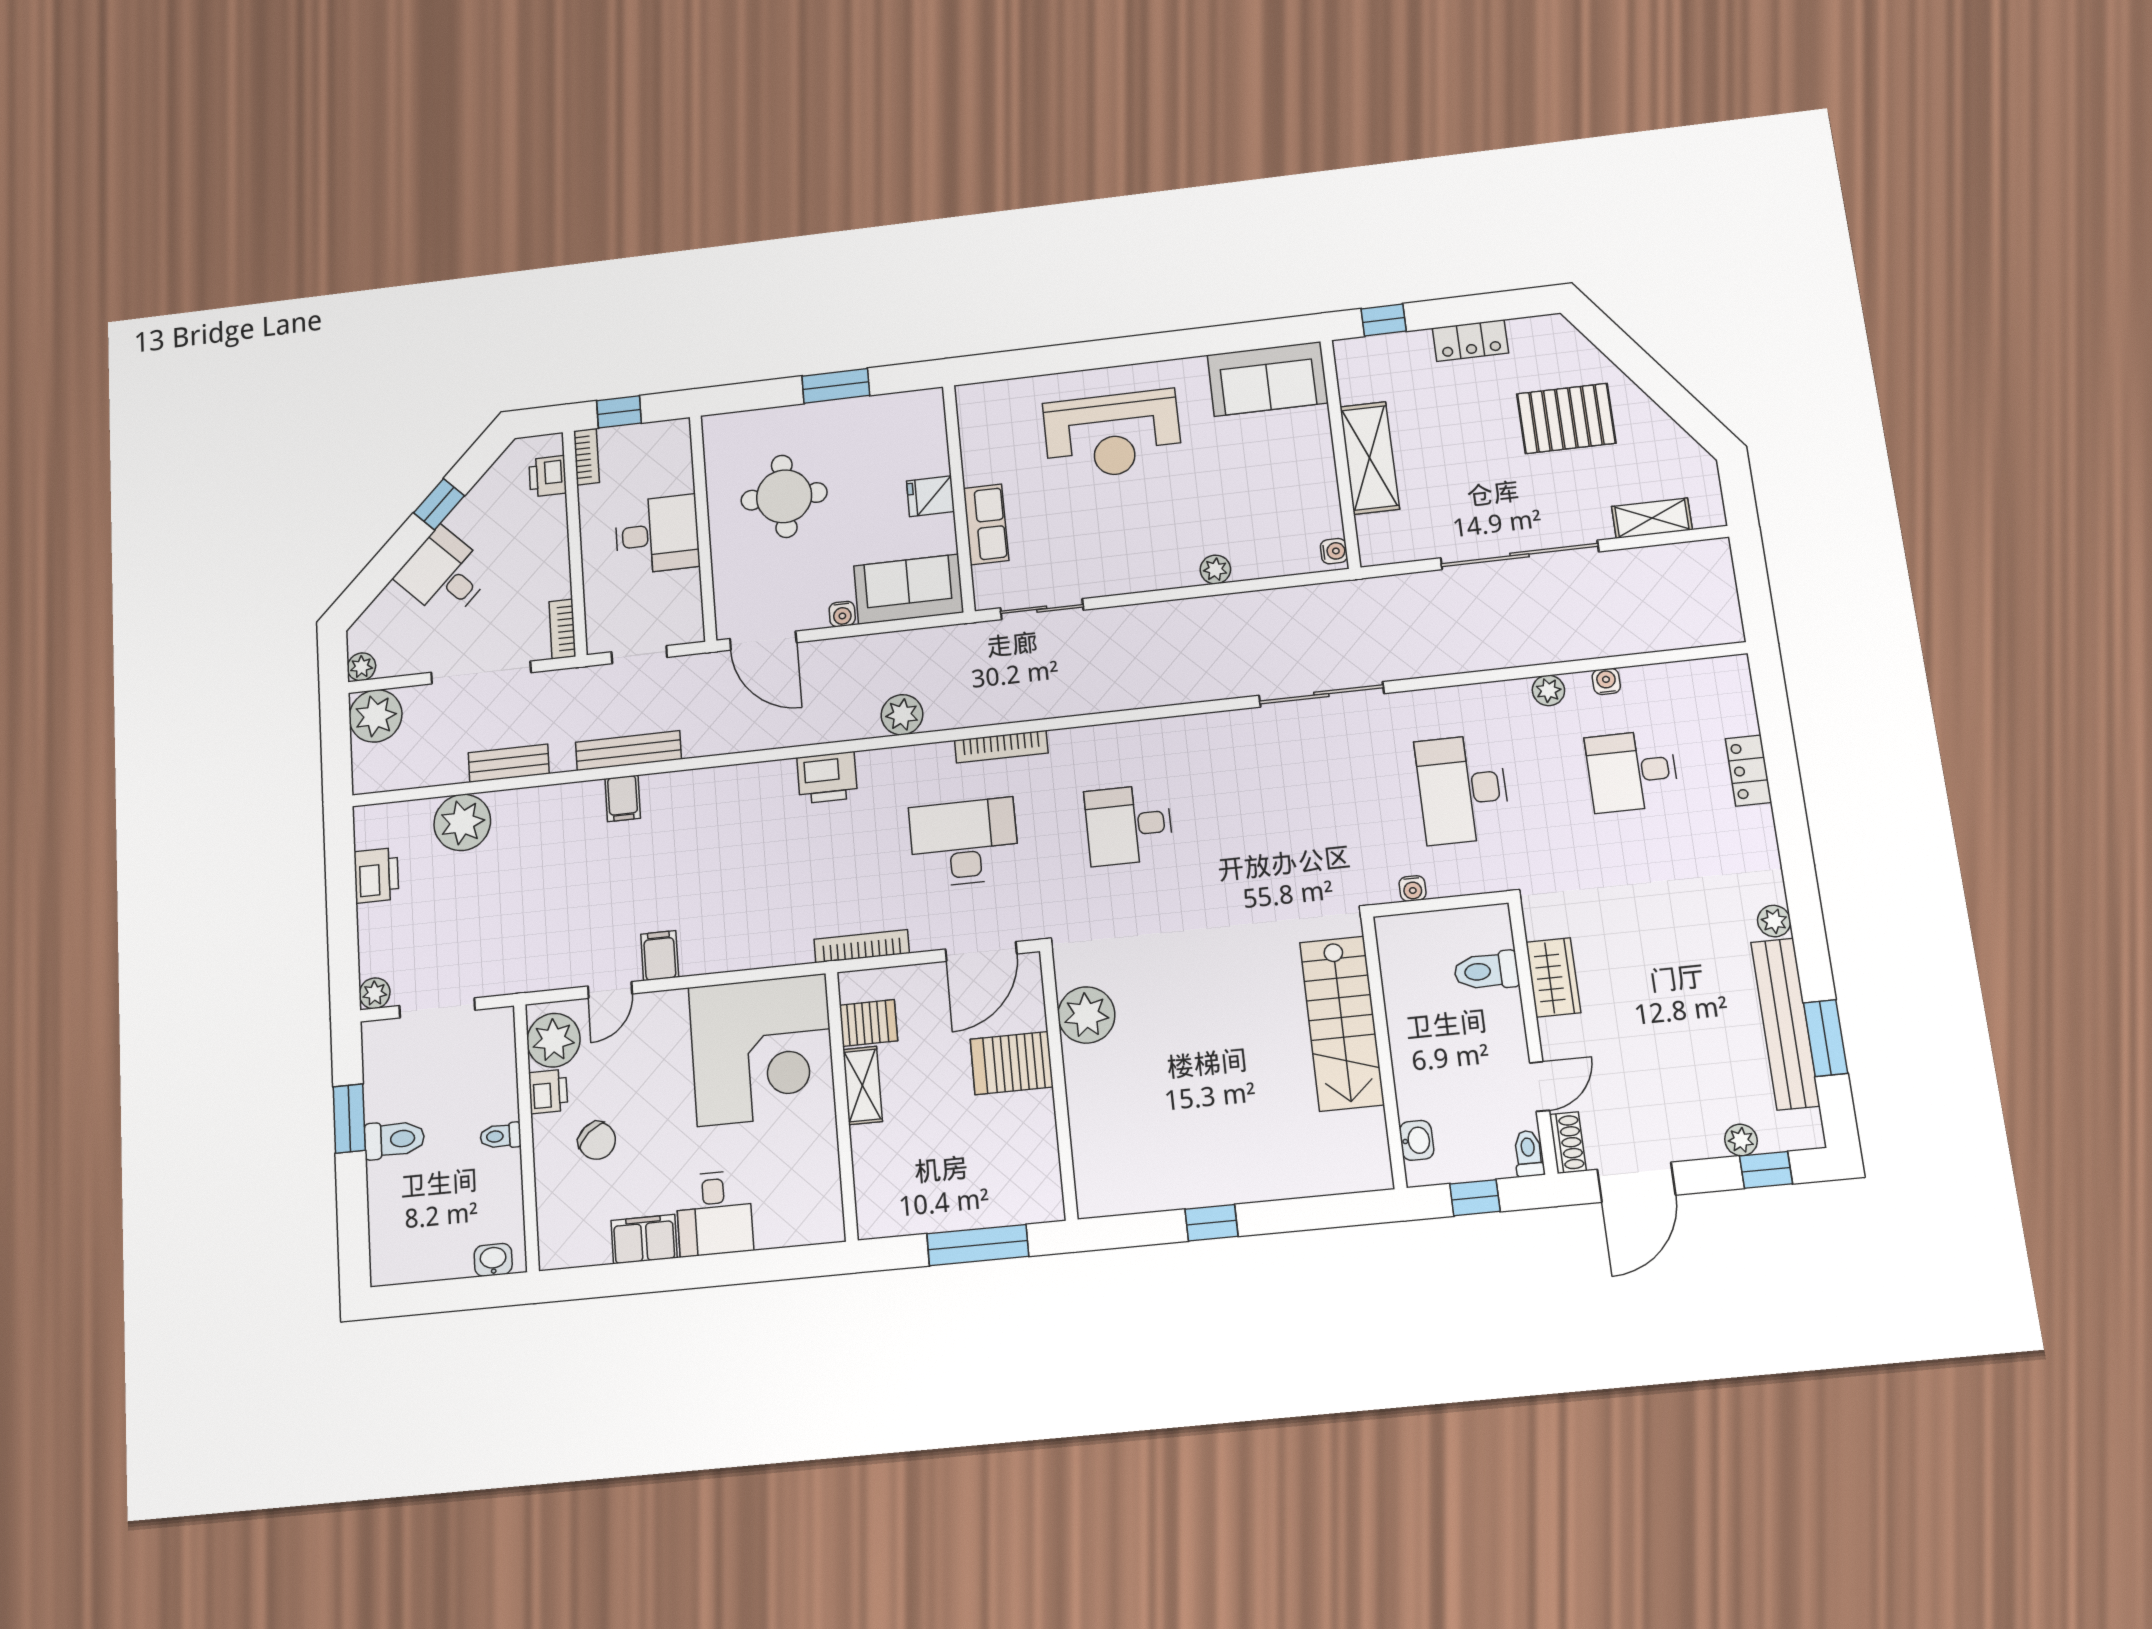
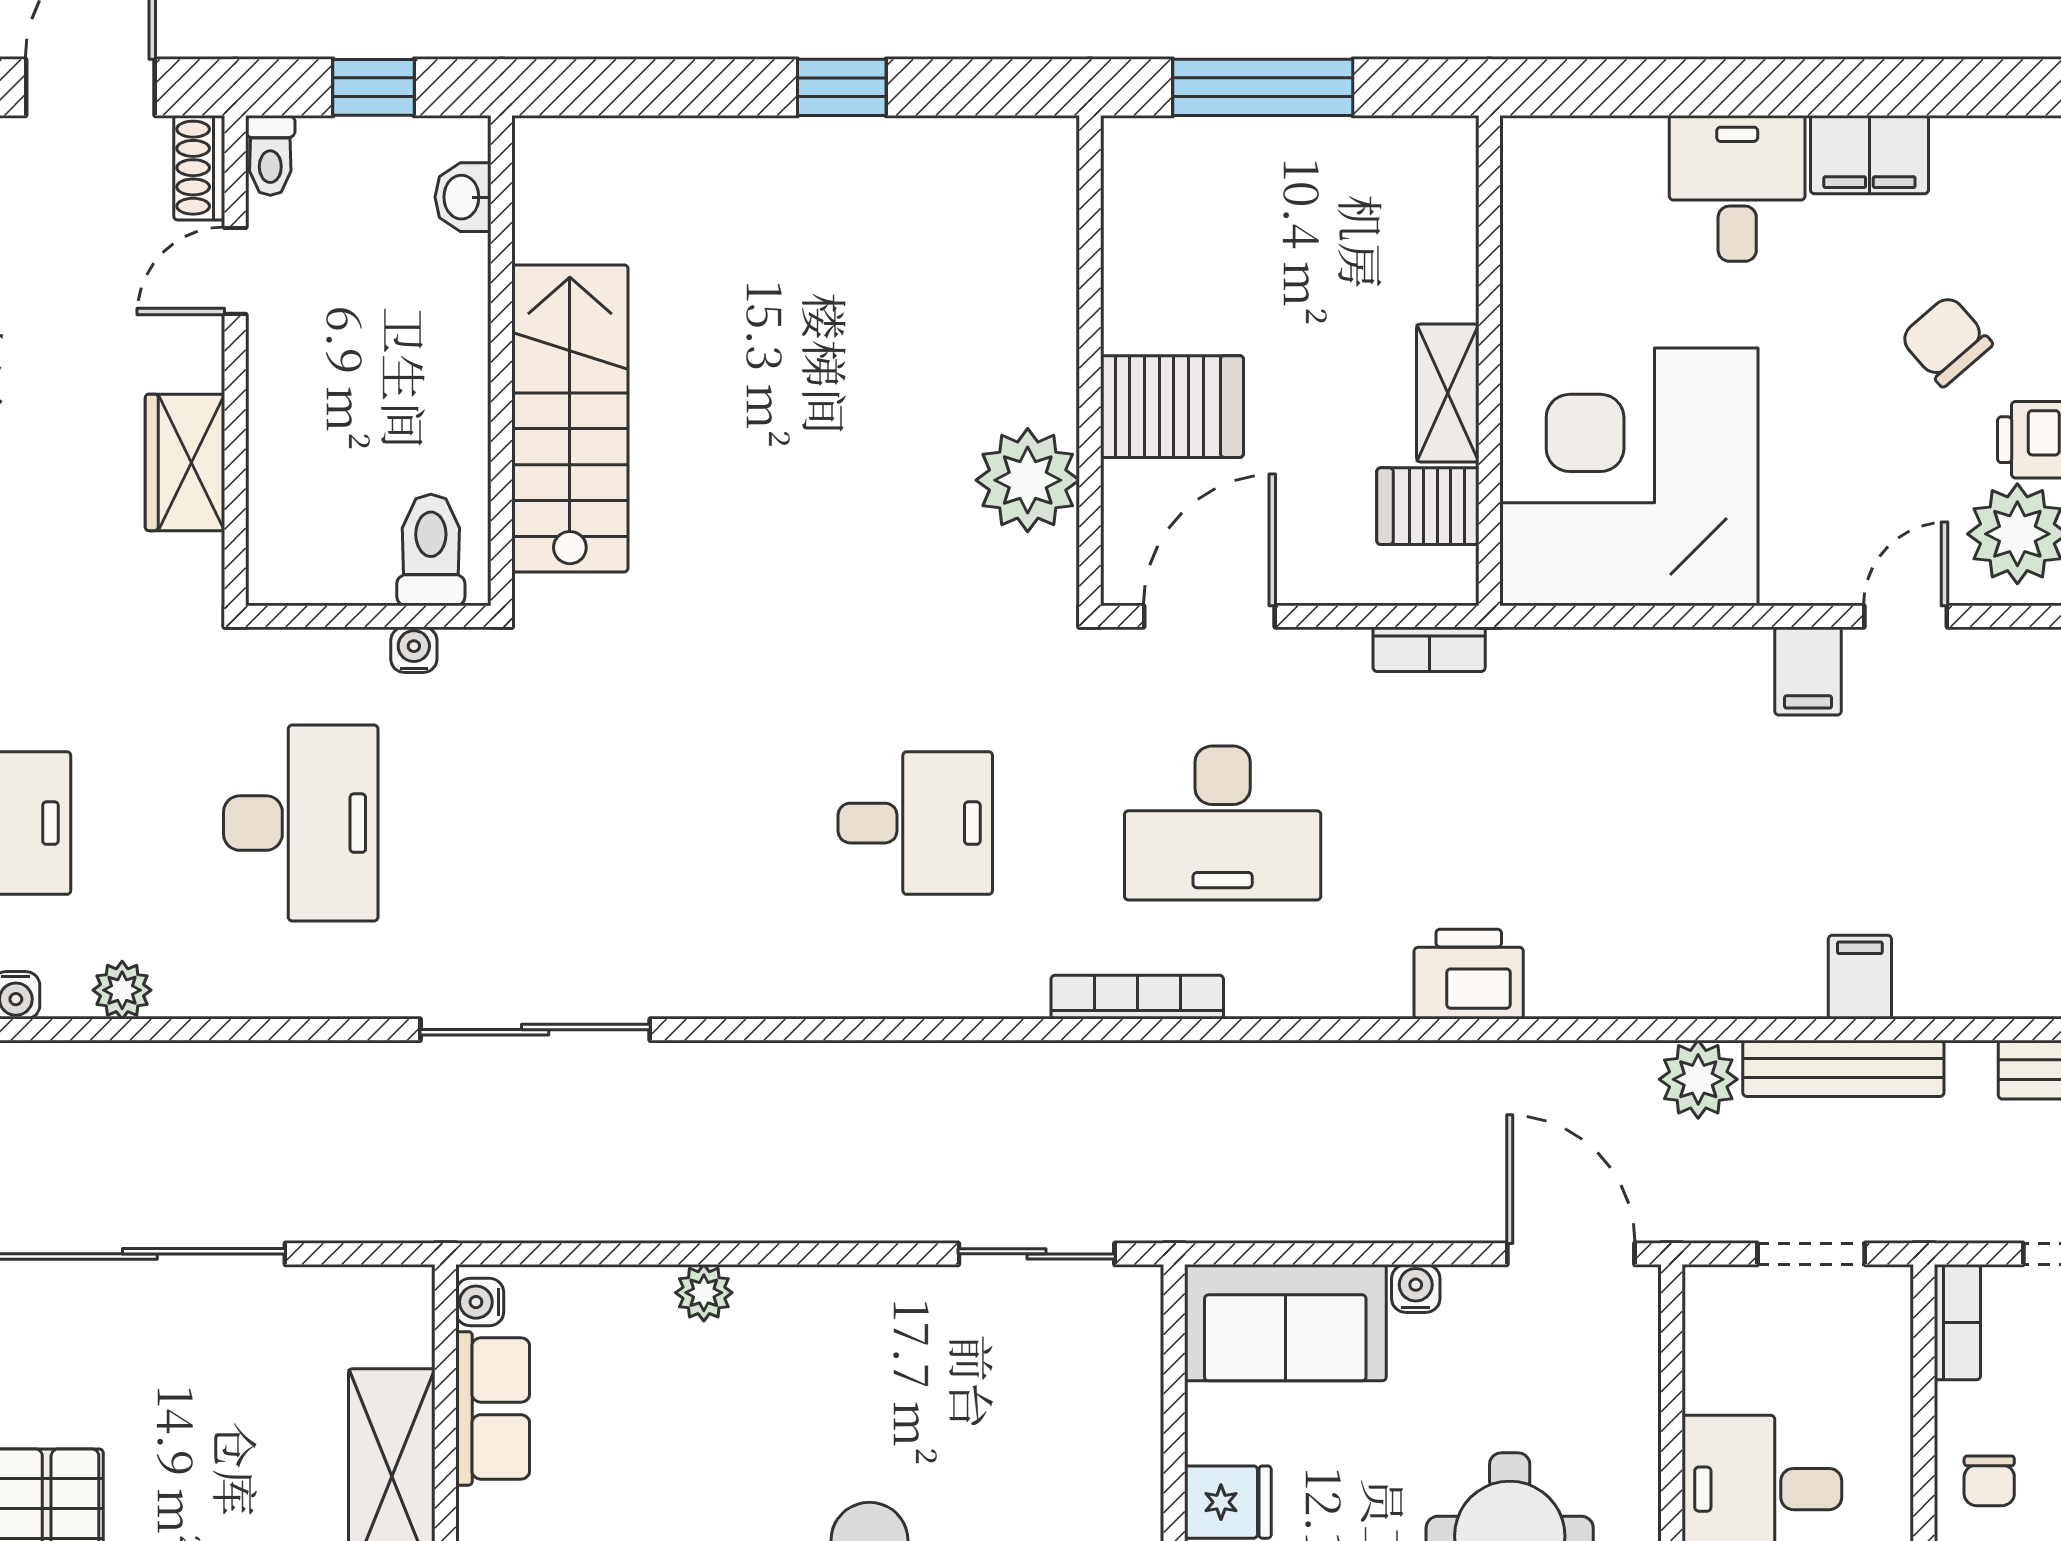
row of seats: (986, 524) -> (493, 1408), moved, turned 180
chair: (542, 552) -> (1989, 1481), added
plant: (902, 715) -> (1698, 1079), moved
bookcase: (862, 946) -> (1429, 649), width x0.64
toilet: (1486, 971) -> (431, 550), moved, turned -90

